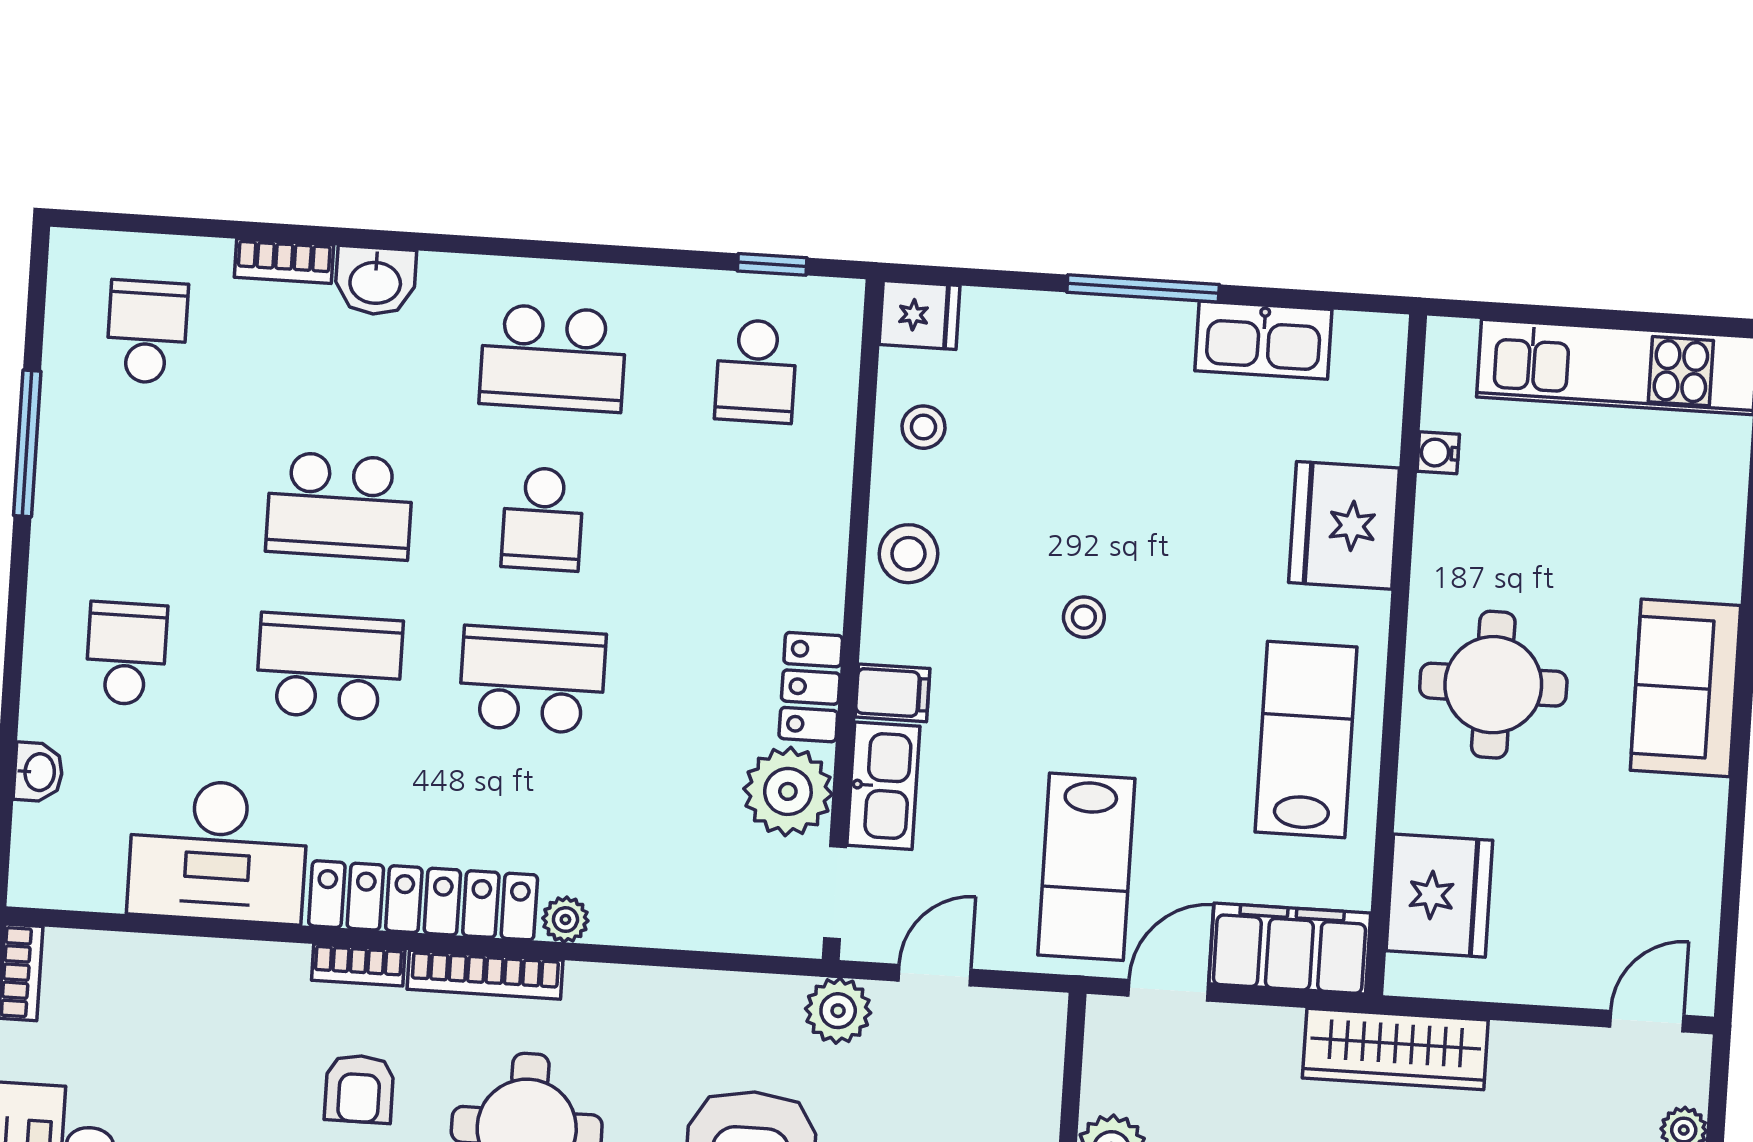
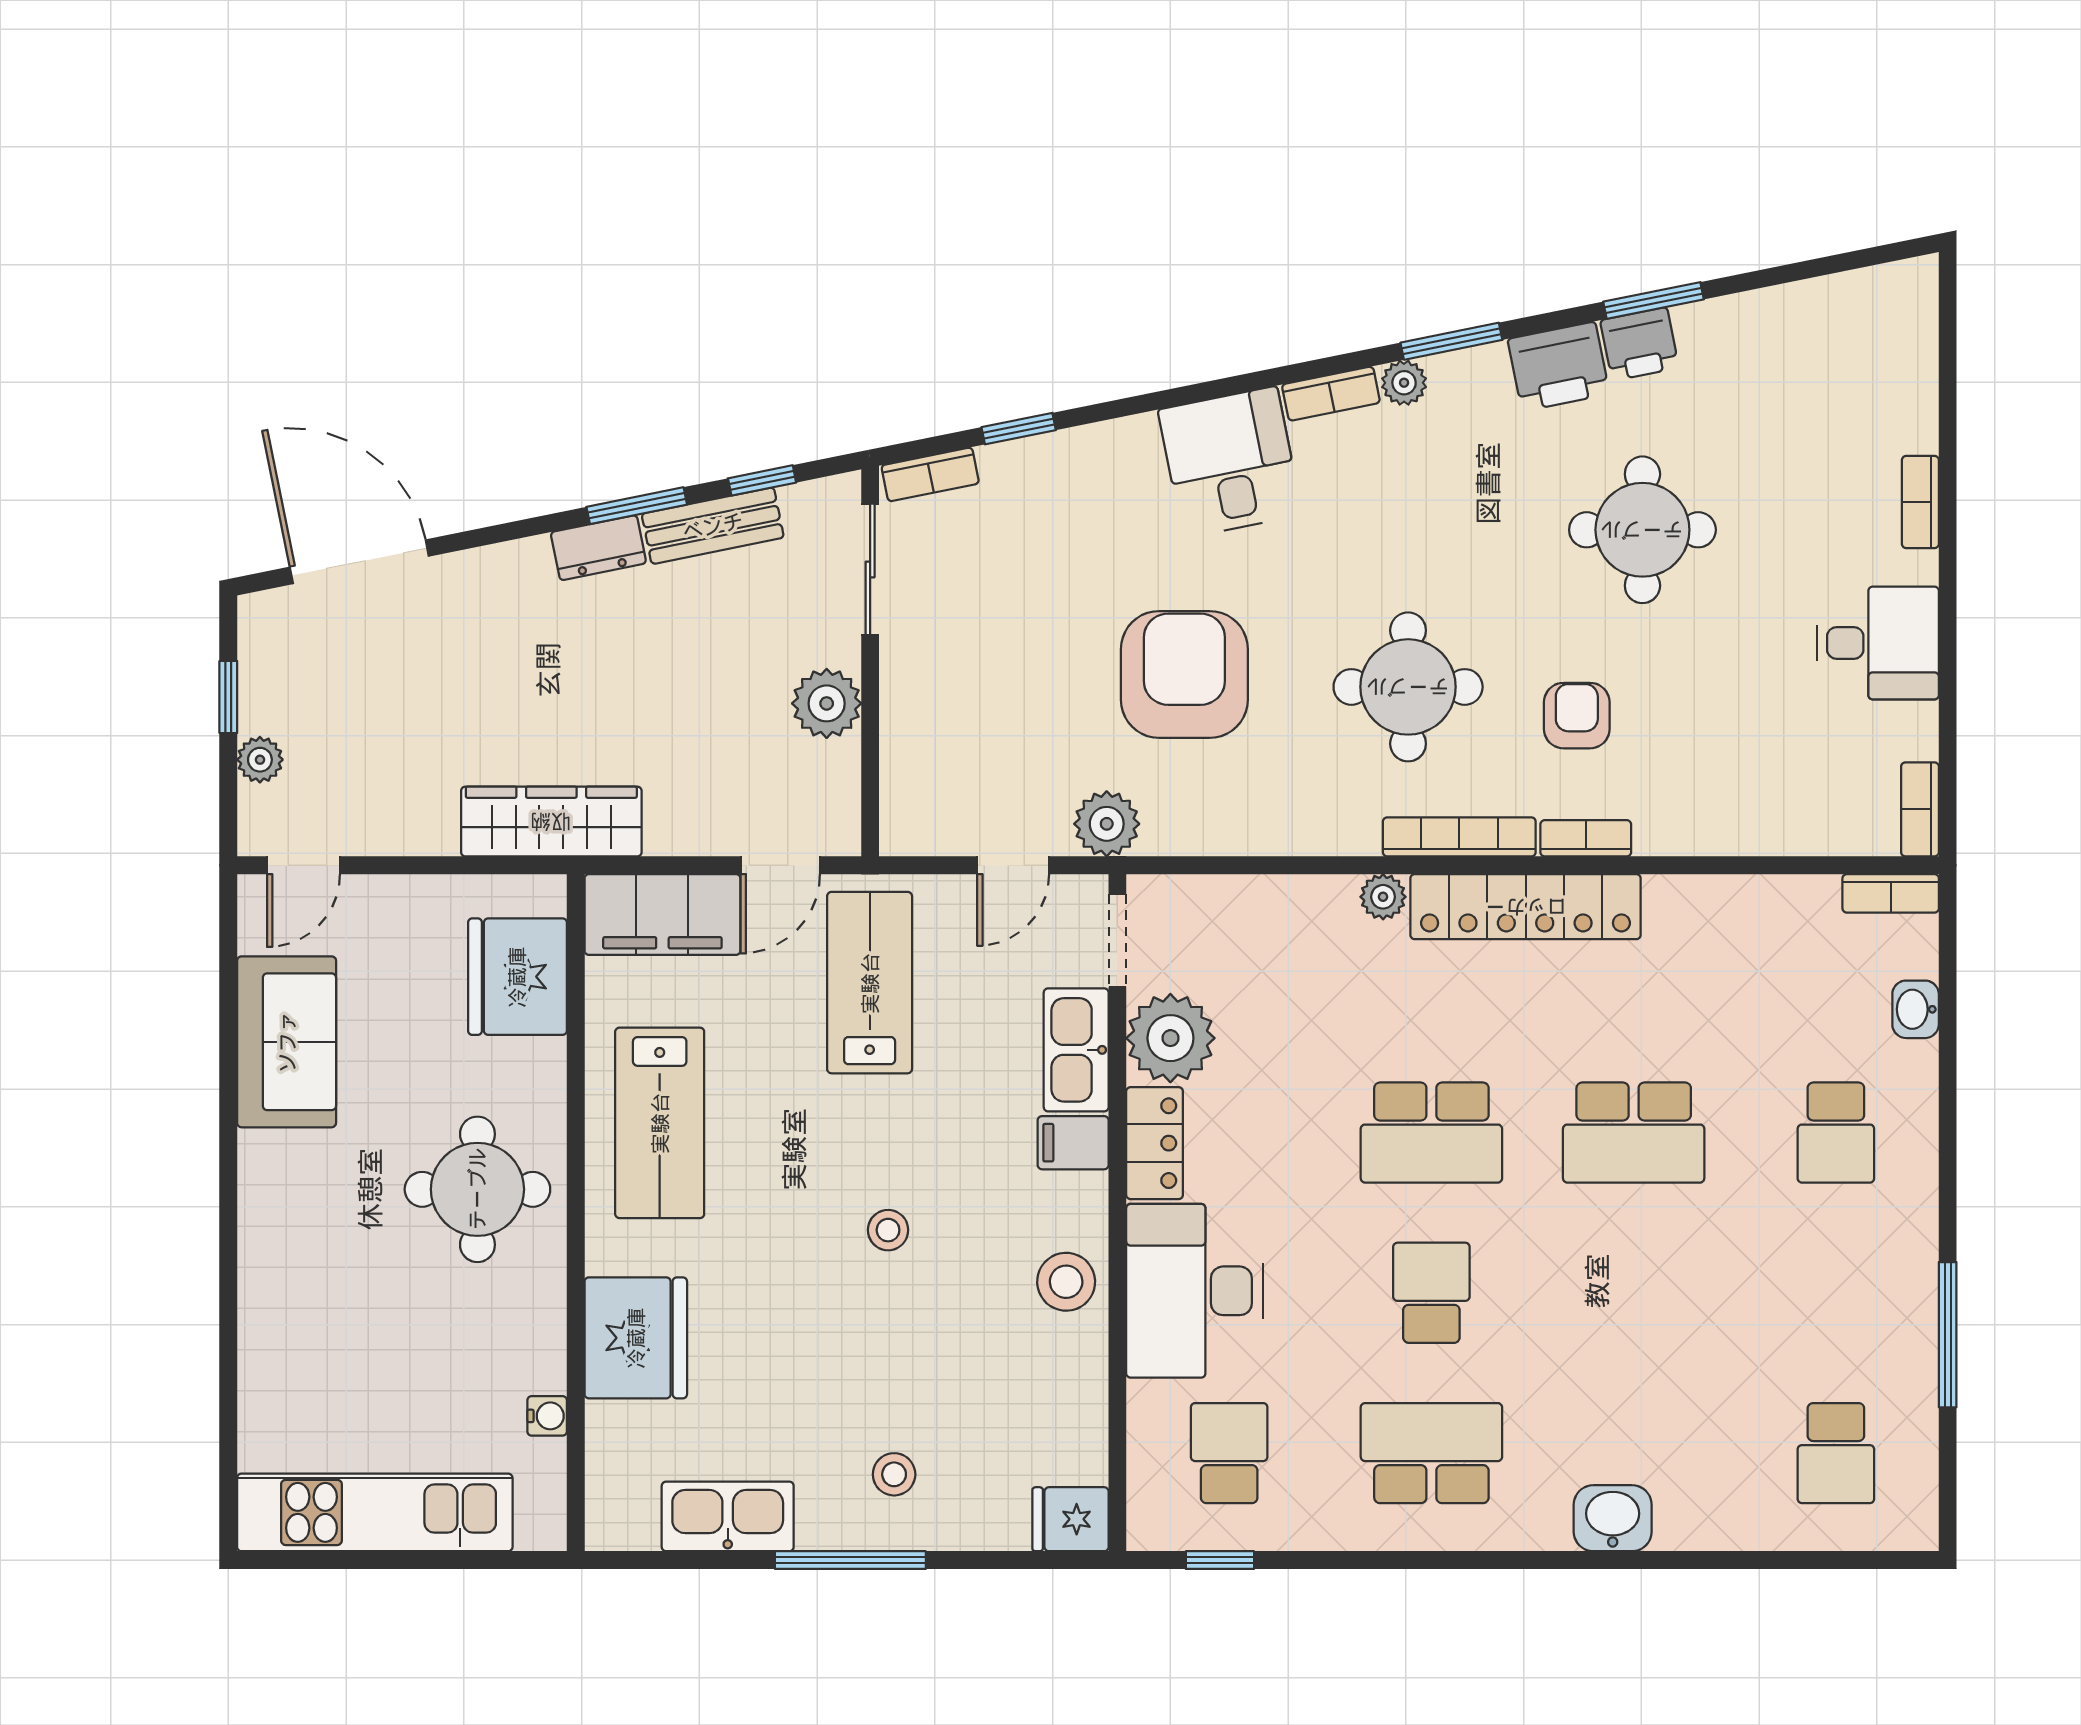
bookcase: (284, 261) -> (1891, 893), moved, turned 180
stool: (923, 427) -> (894, 1474), moved
school desk: (340, 506) -> (1634, 1293), removed
sofa: (1686, 688) -> (287, 1042), moved
desk: (218, 851) -> (1195, 1291), moved, turned -90

